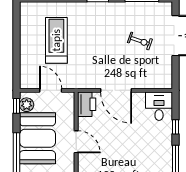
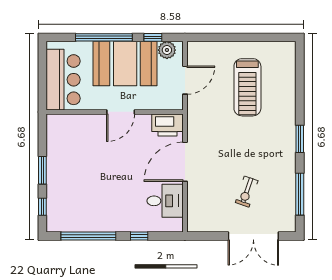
treadmill: (56, 40) -> (247, 87), turned 90
window: (16, 106) -> (153, 37), moved
desk: (159, 106) -> (165, 201), moved

